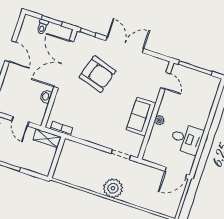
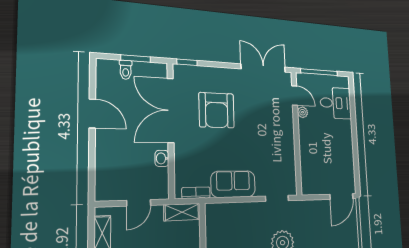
double door: (125, 45) -> (263, 68), moved
armchair: (98, 74) -> (217, 110), turned 73
sofa: (141, 117) -> (233, 184), moved, turned 90
plant: (159, 120) -> (303, 112), moved
door: (20, 121) -> (139, 203), hinge flipped
desk: (187, 139) -> (336, 103), moved

